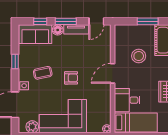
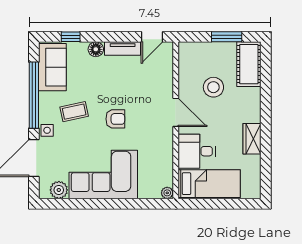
window: (66, 21) -> (108, 37), removed
sofa: (35, 34) -> (52, 67), moved, turned -90
window: (15, 62) -> (34, 95), width x3.17
door: (113, 73) -> (176, 112), swing flipped

